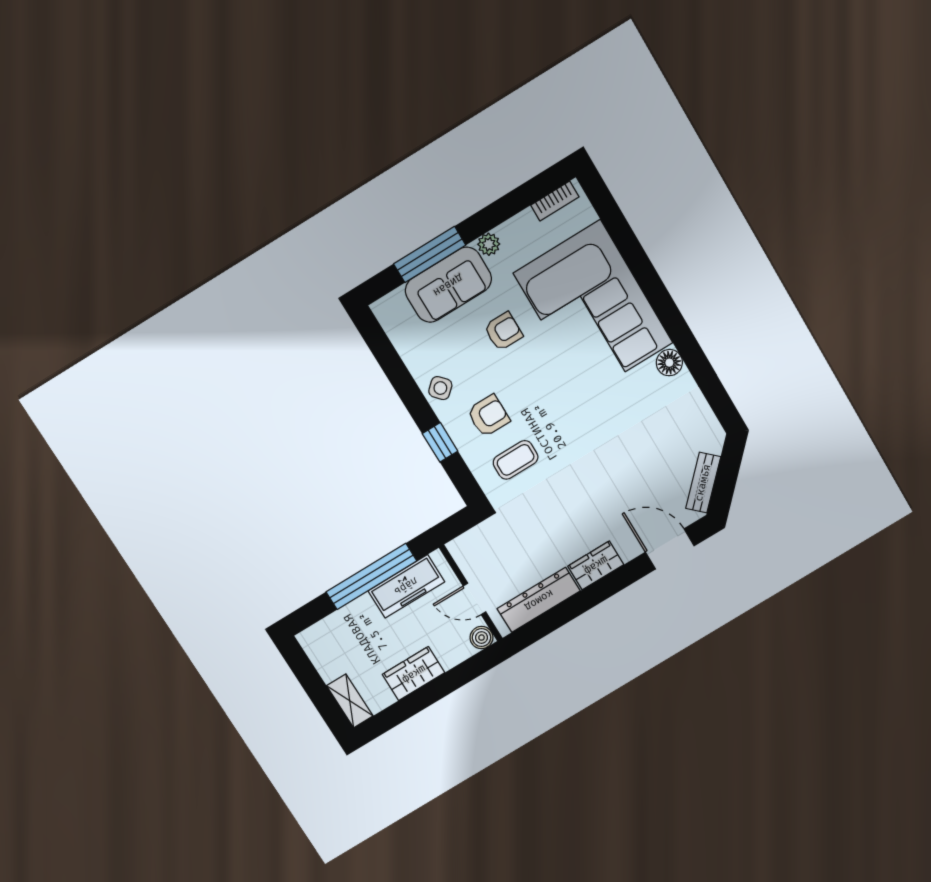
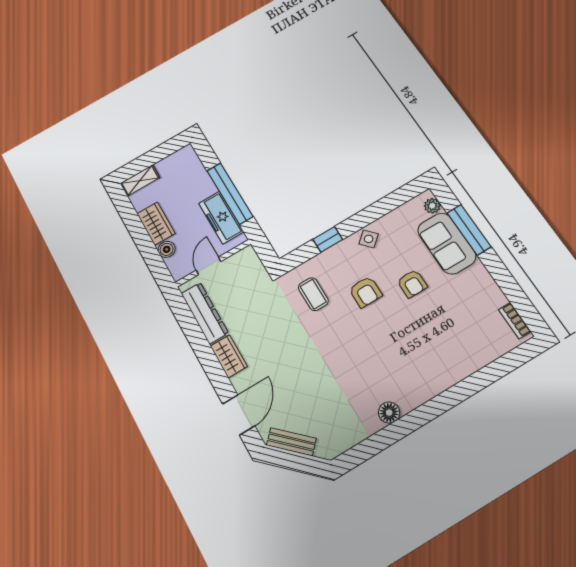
plant: (489, 244) -> (432, 206), moved
corner sofa: (593, 308) -> (432, 351), removed
armchair: (488, 416) -> (365, 292), moved
boiler: (481, 638) -> (167, 249), moved

